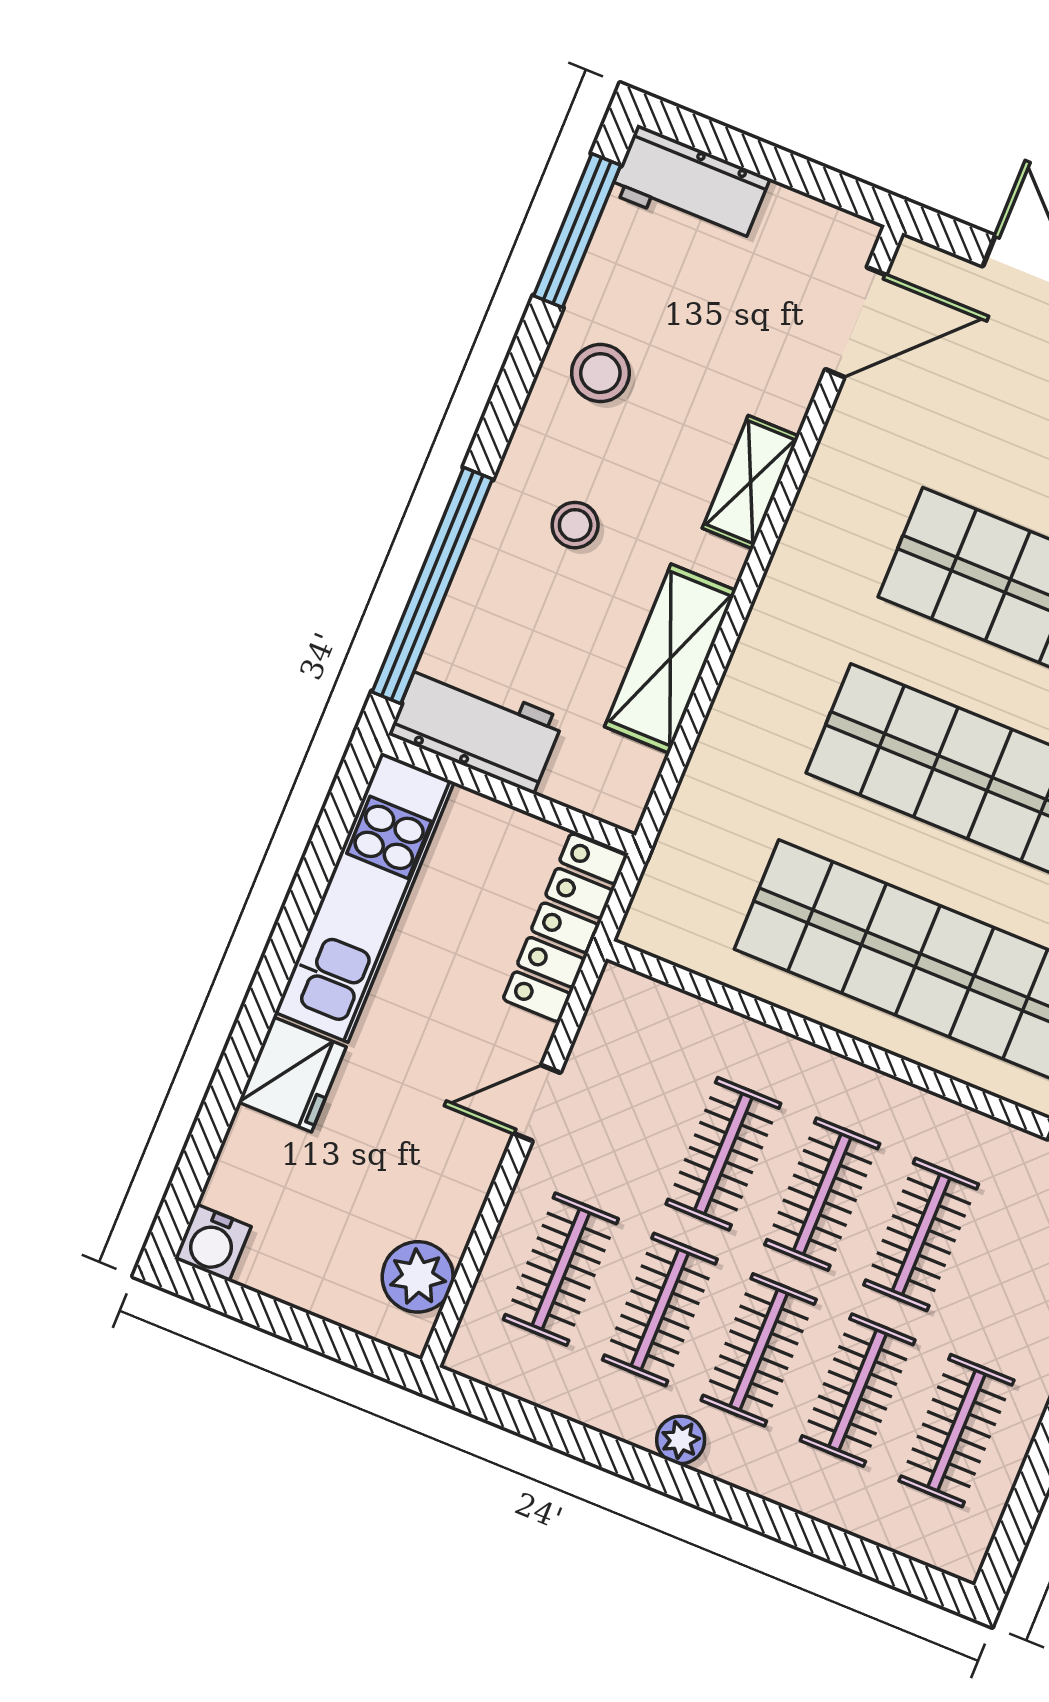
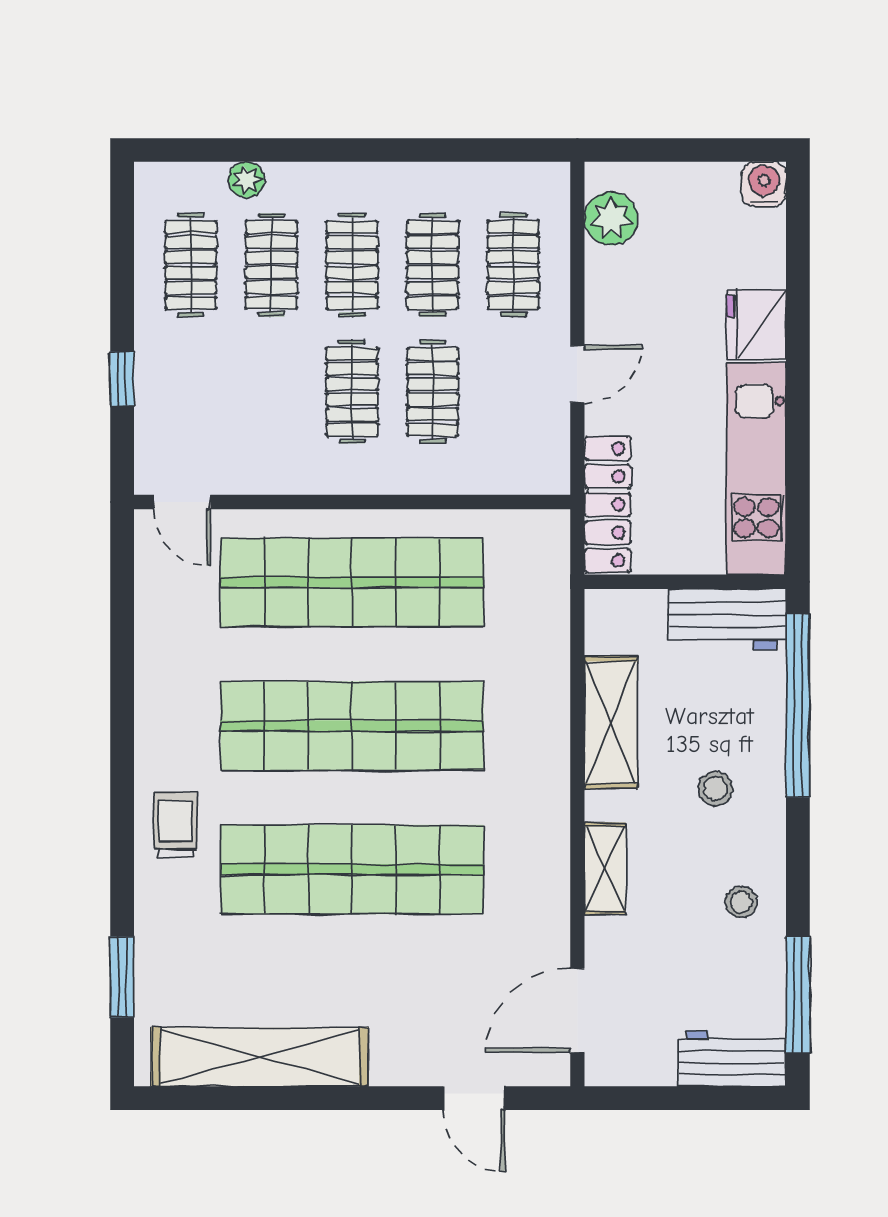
stool: (600, 373) -> (741, 902), width x0.73, depth x0.73
clothes rail: (921, 1234) -> (271, 392), removed
plant: (681, 1440) -> (246, 180), moved

